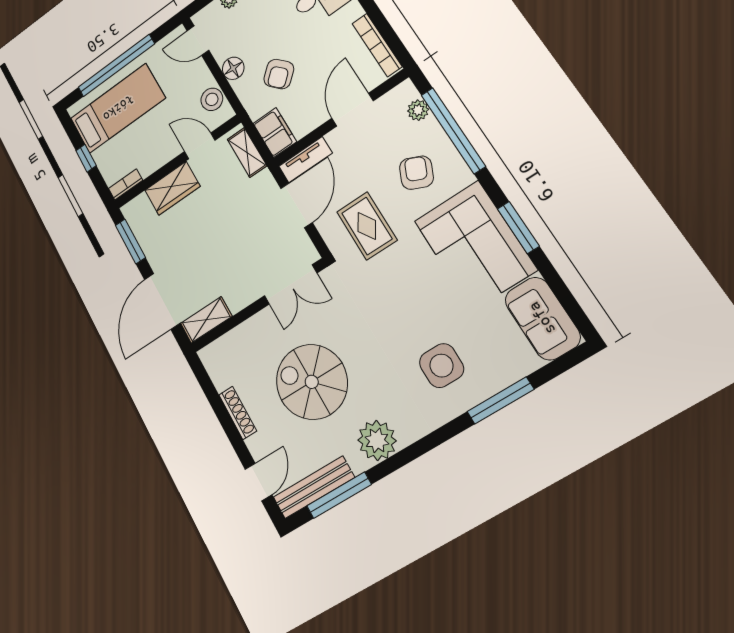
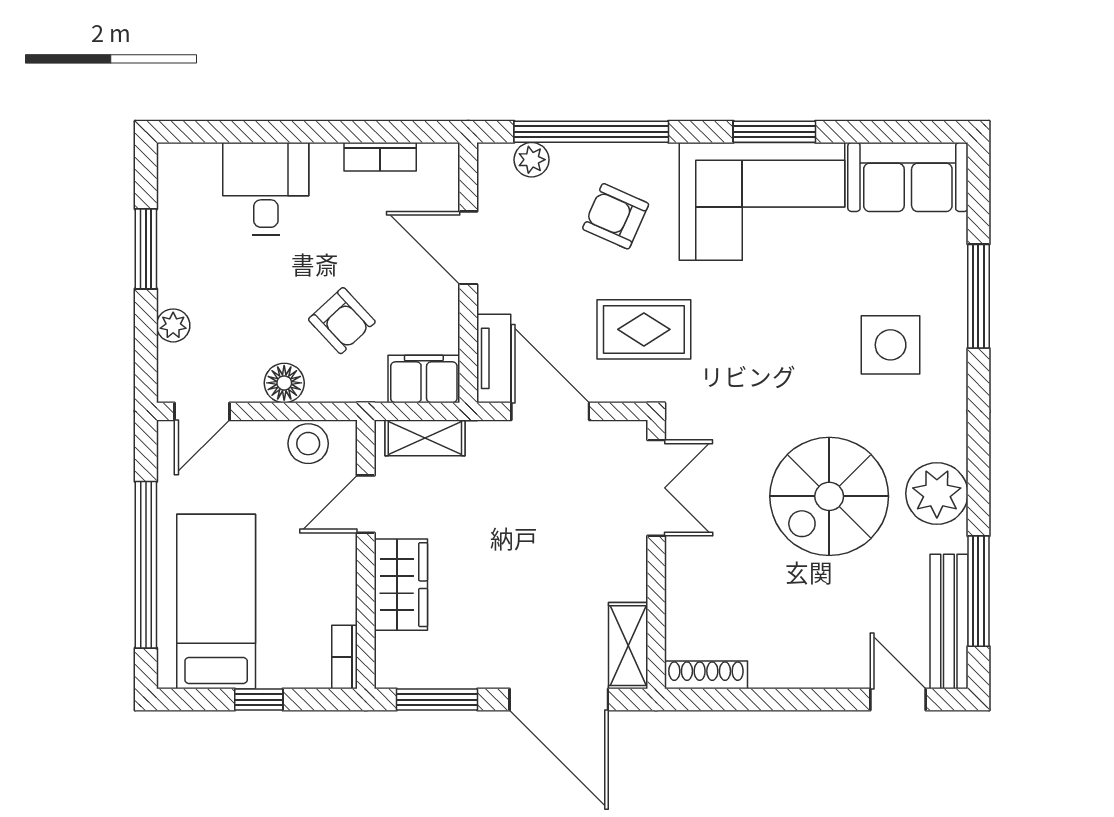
bookcase: (377, 45) -> (380, 157), width x0.64
spiral stairs: (312, 382) -> (829, 496), moved
shoe rack: (238, 413) -> (706, 675), moved

